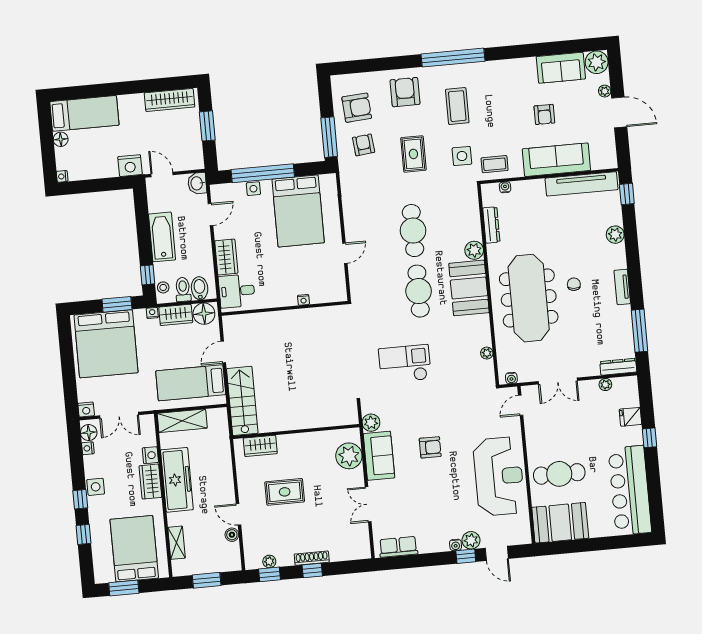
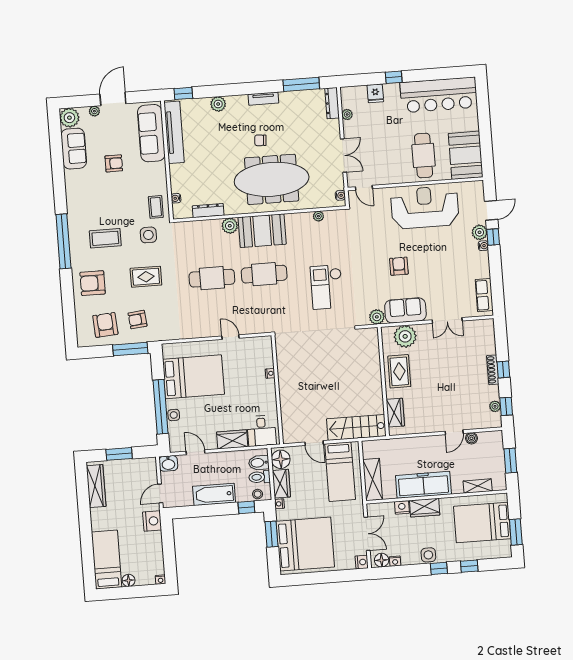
sofa: (556, 160) -> (151, 133), moved
rug: (285, 492) -> (399, 371), moved

